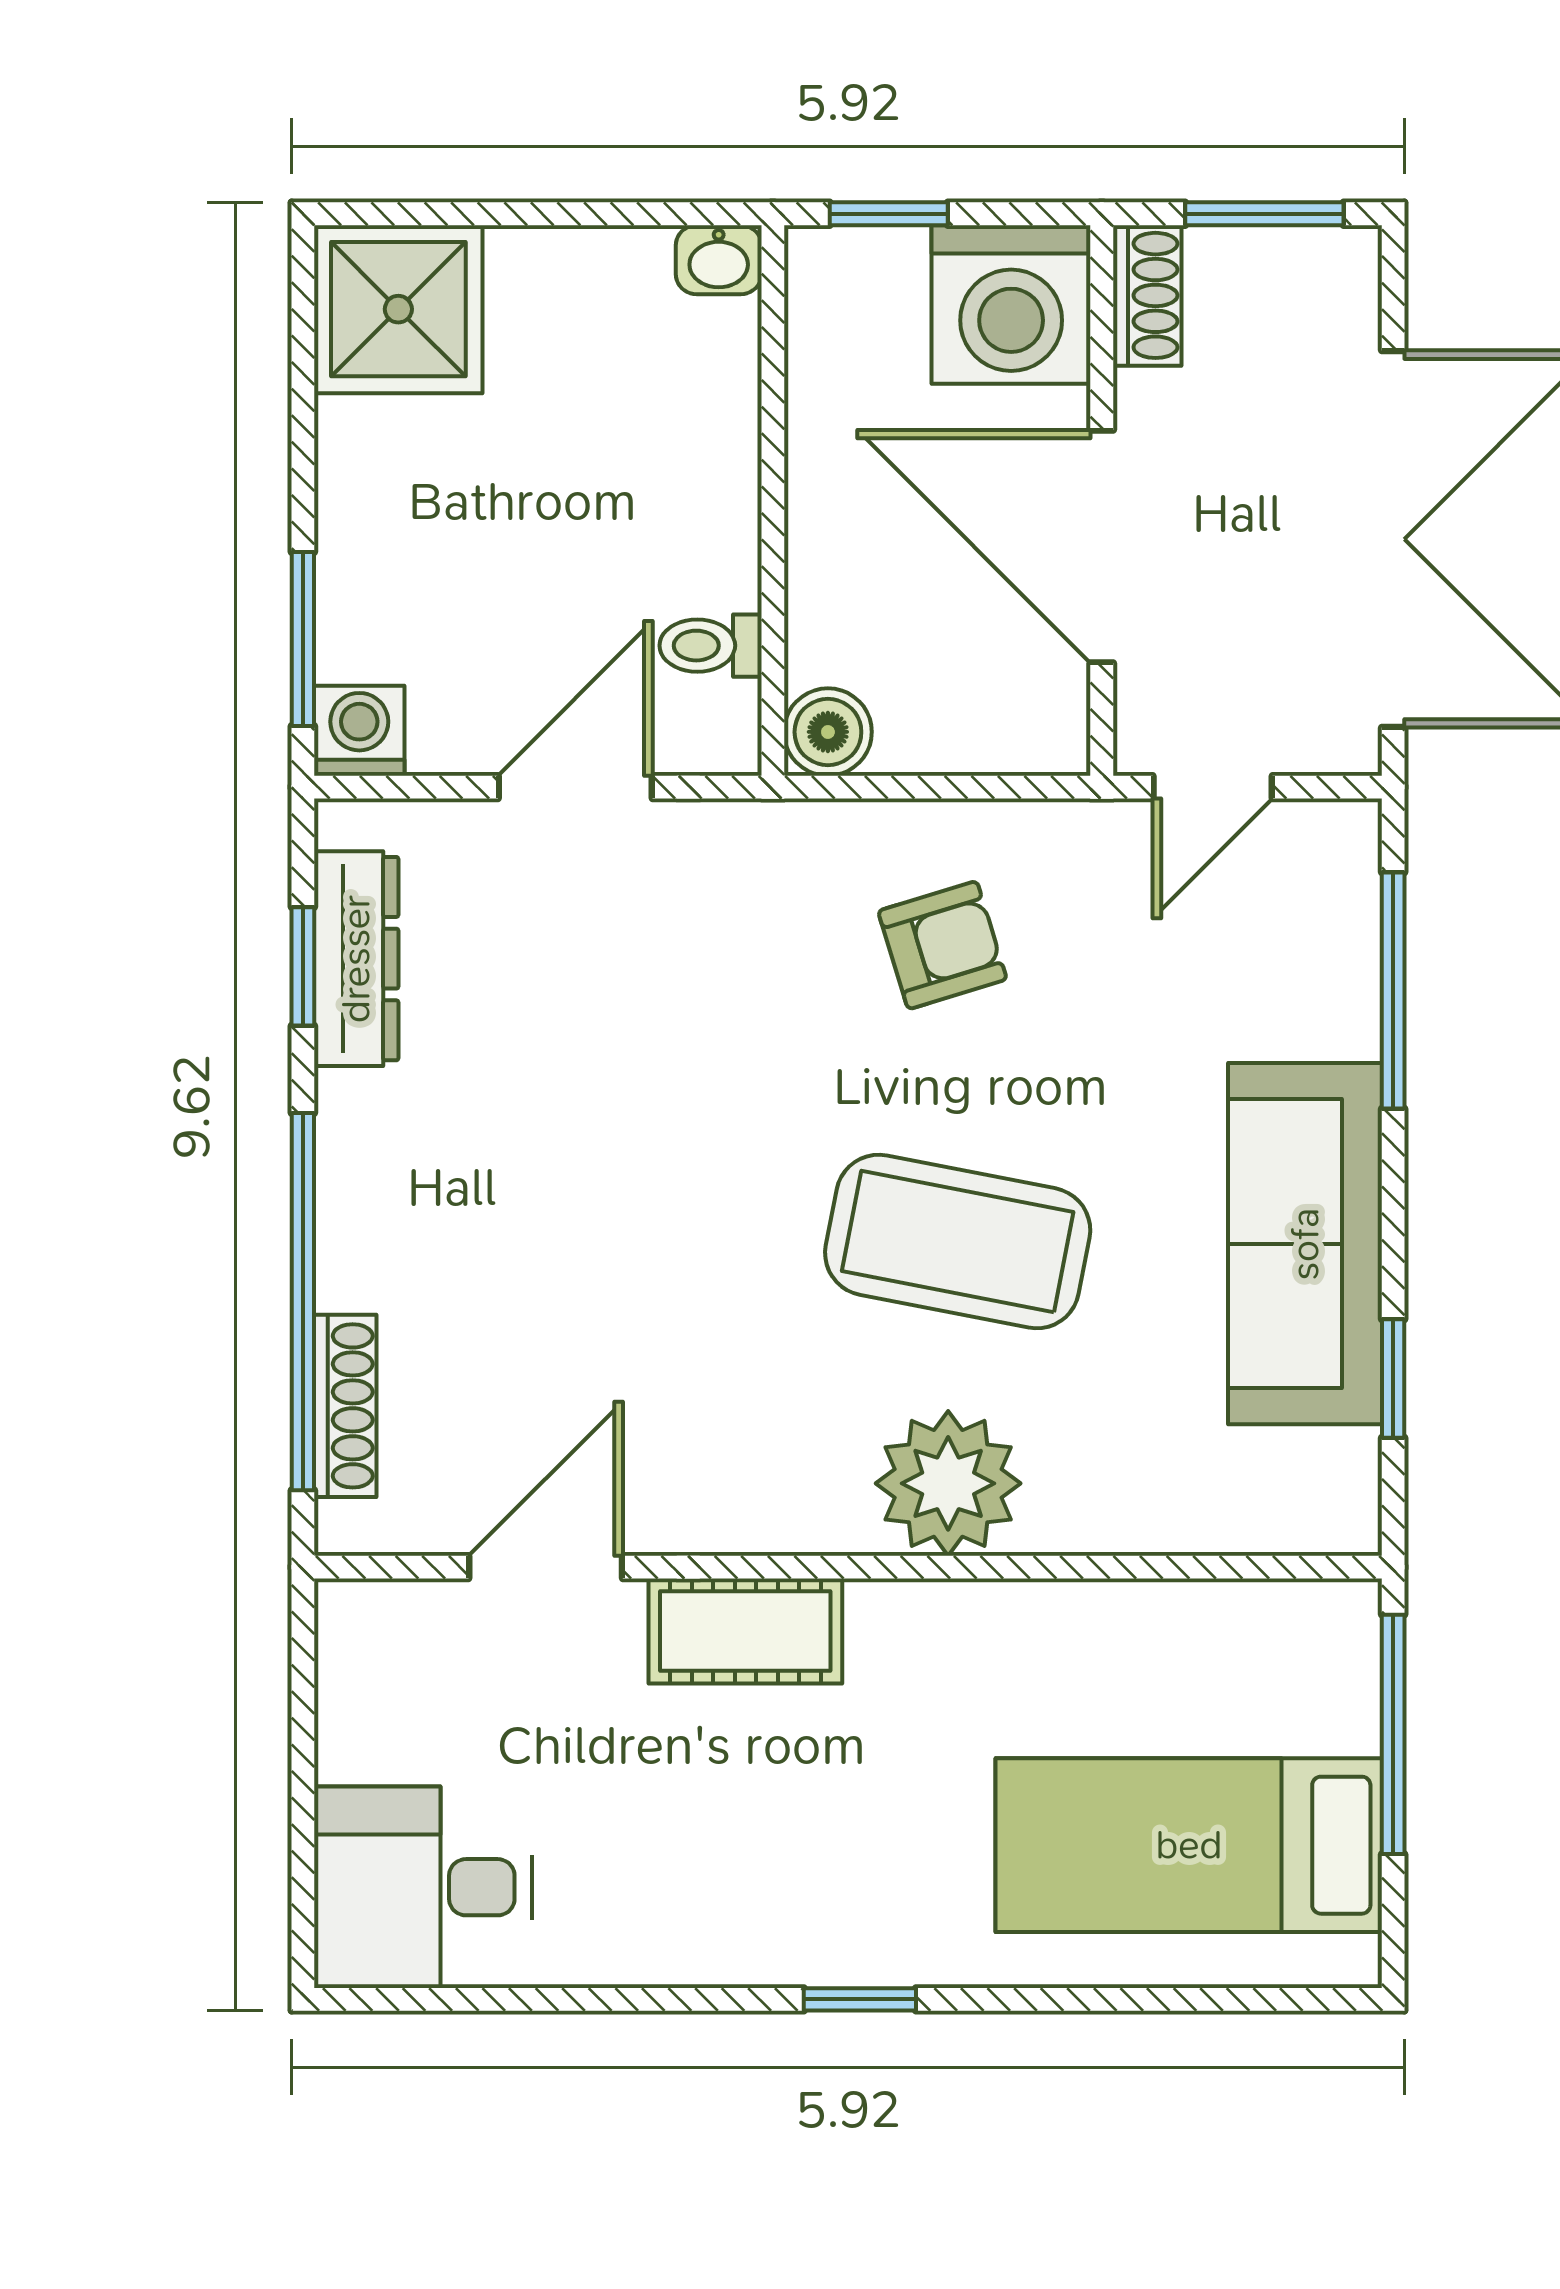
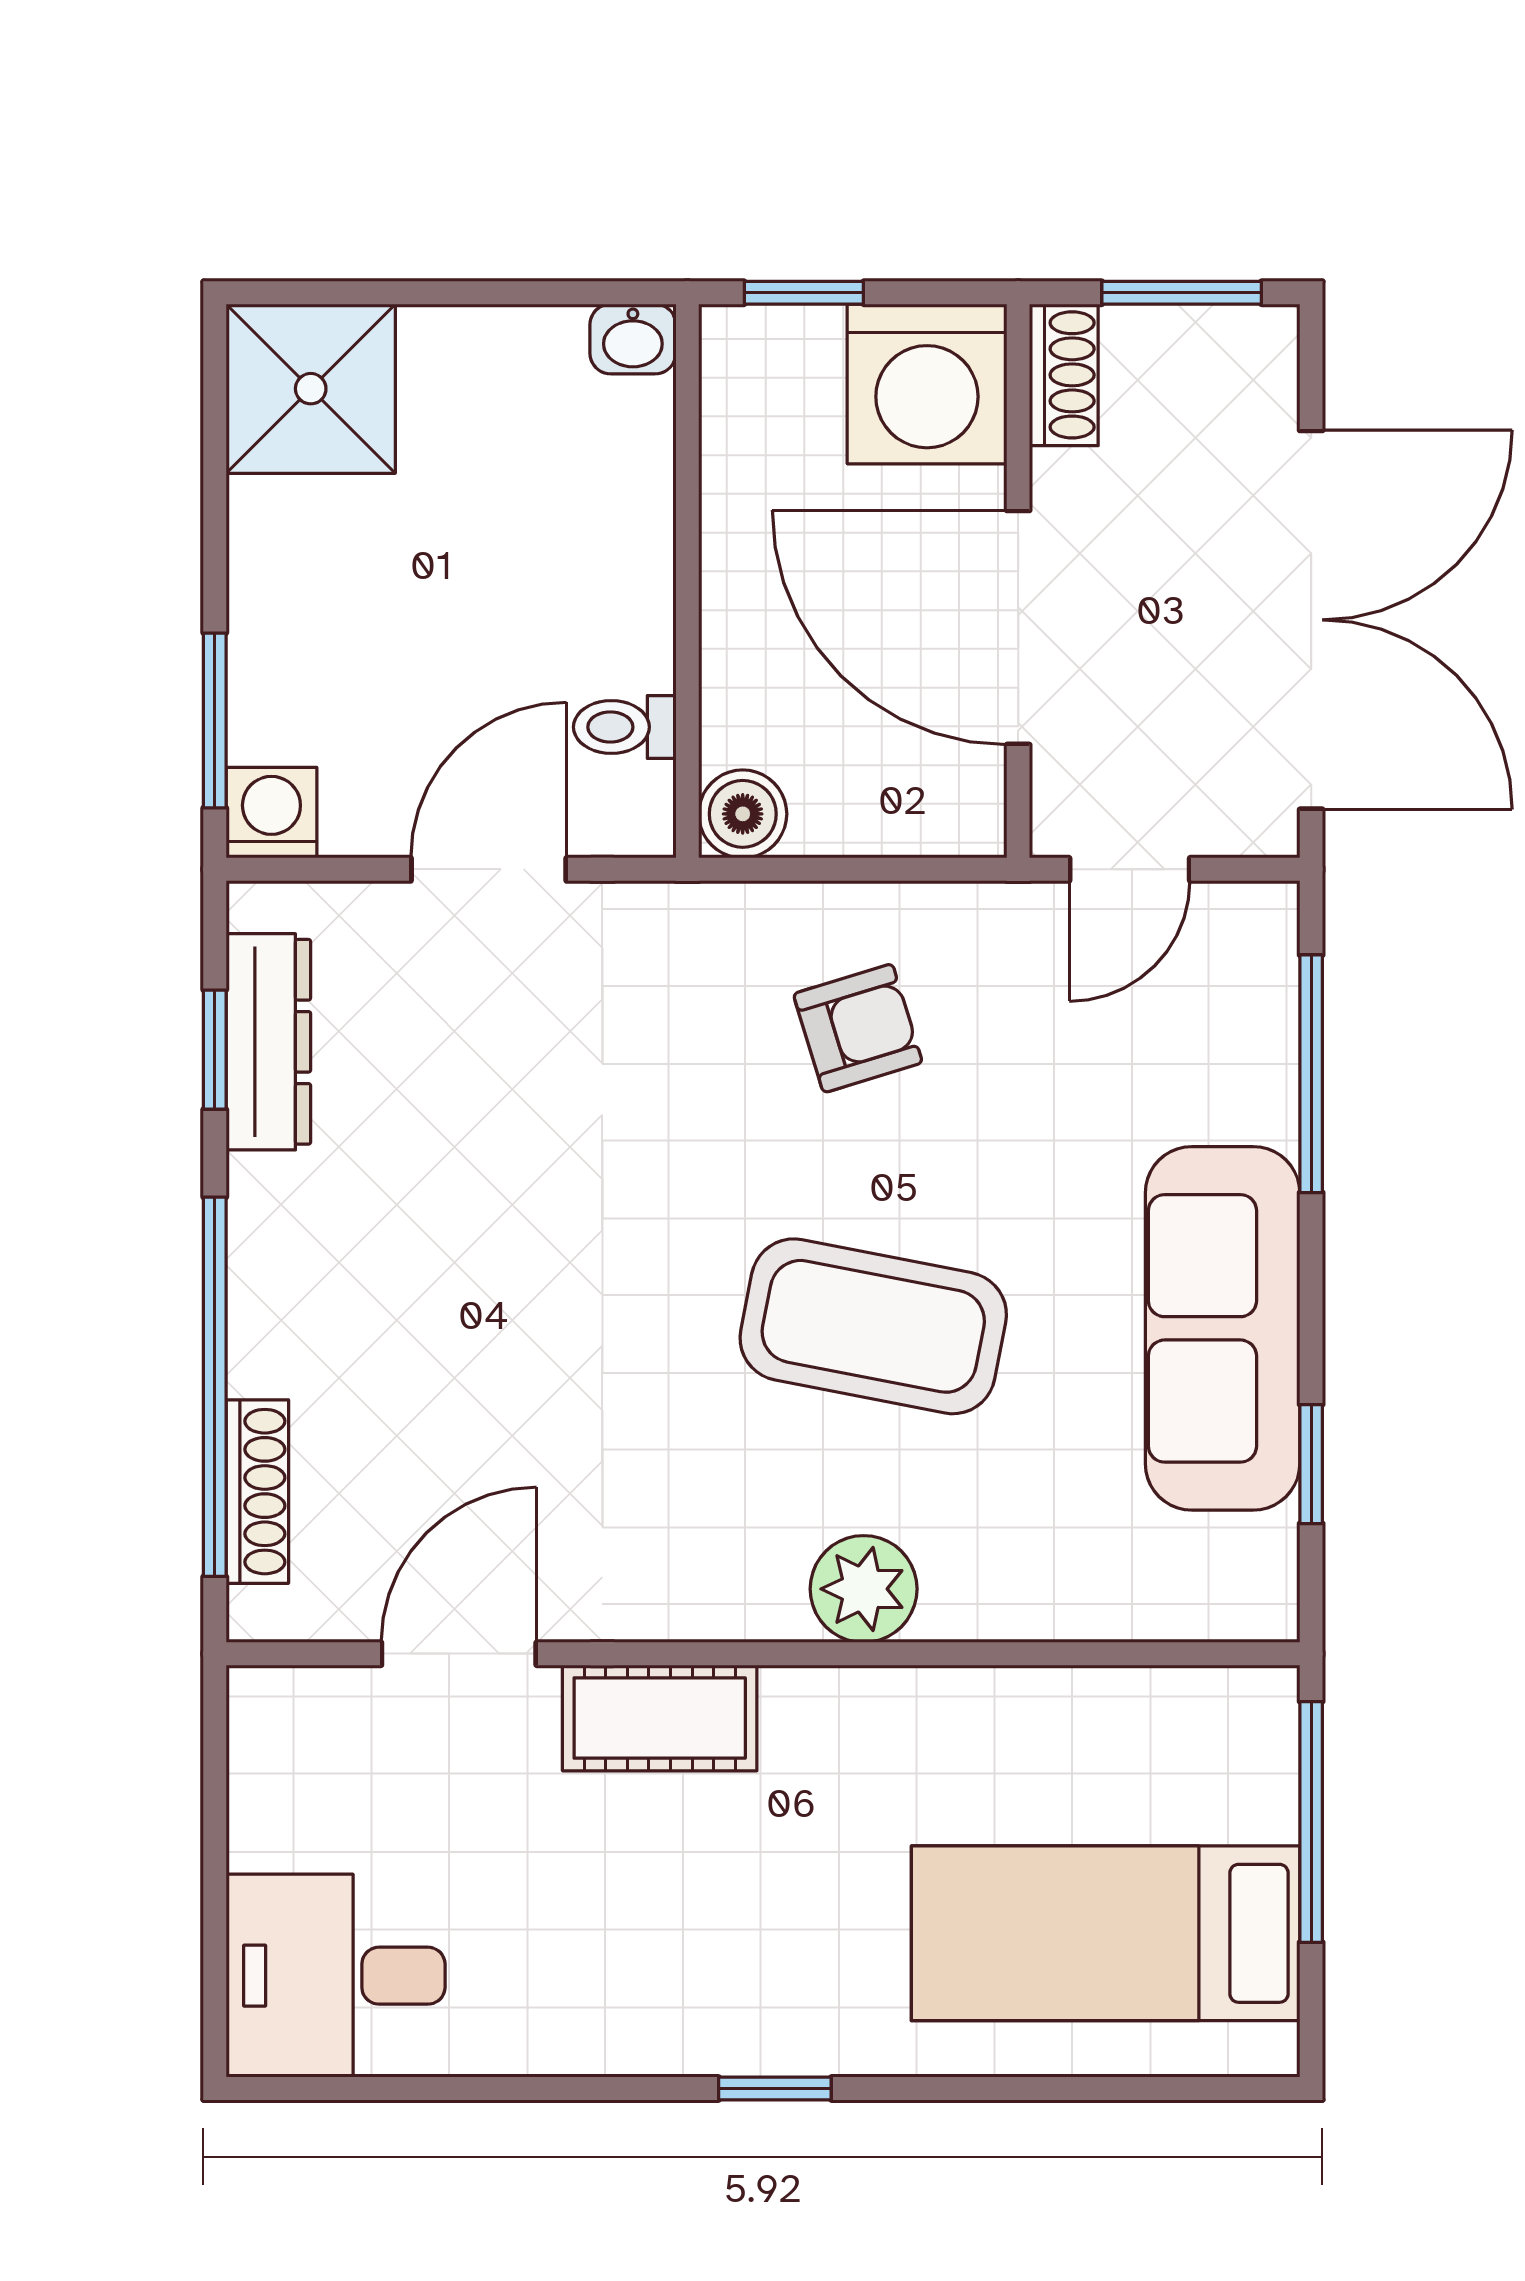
plant: (948, 1483) -> (864, 1589), width x0.73, depth x0.73

